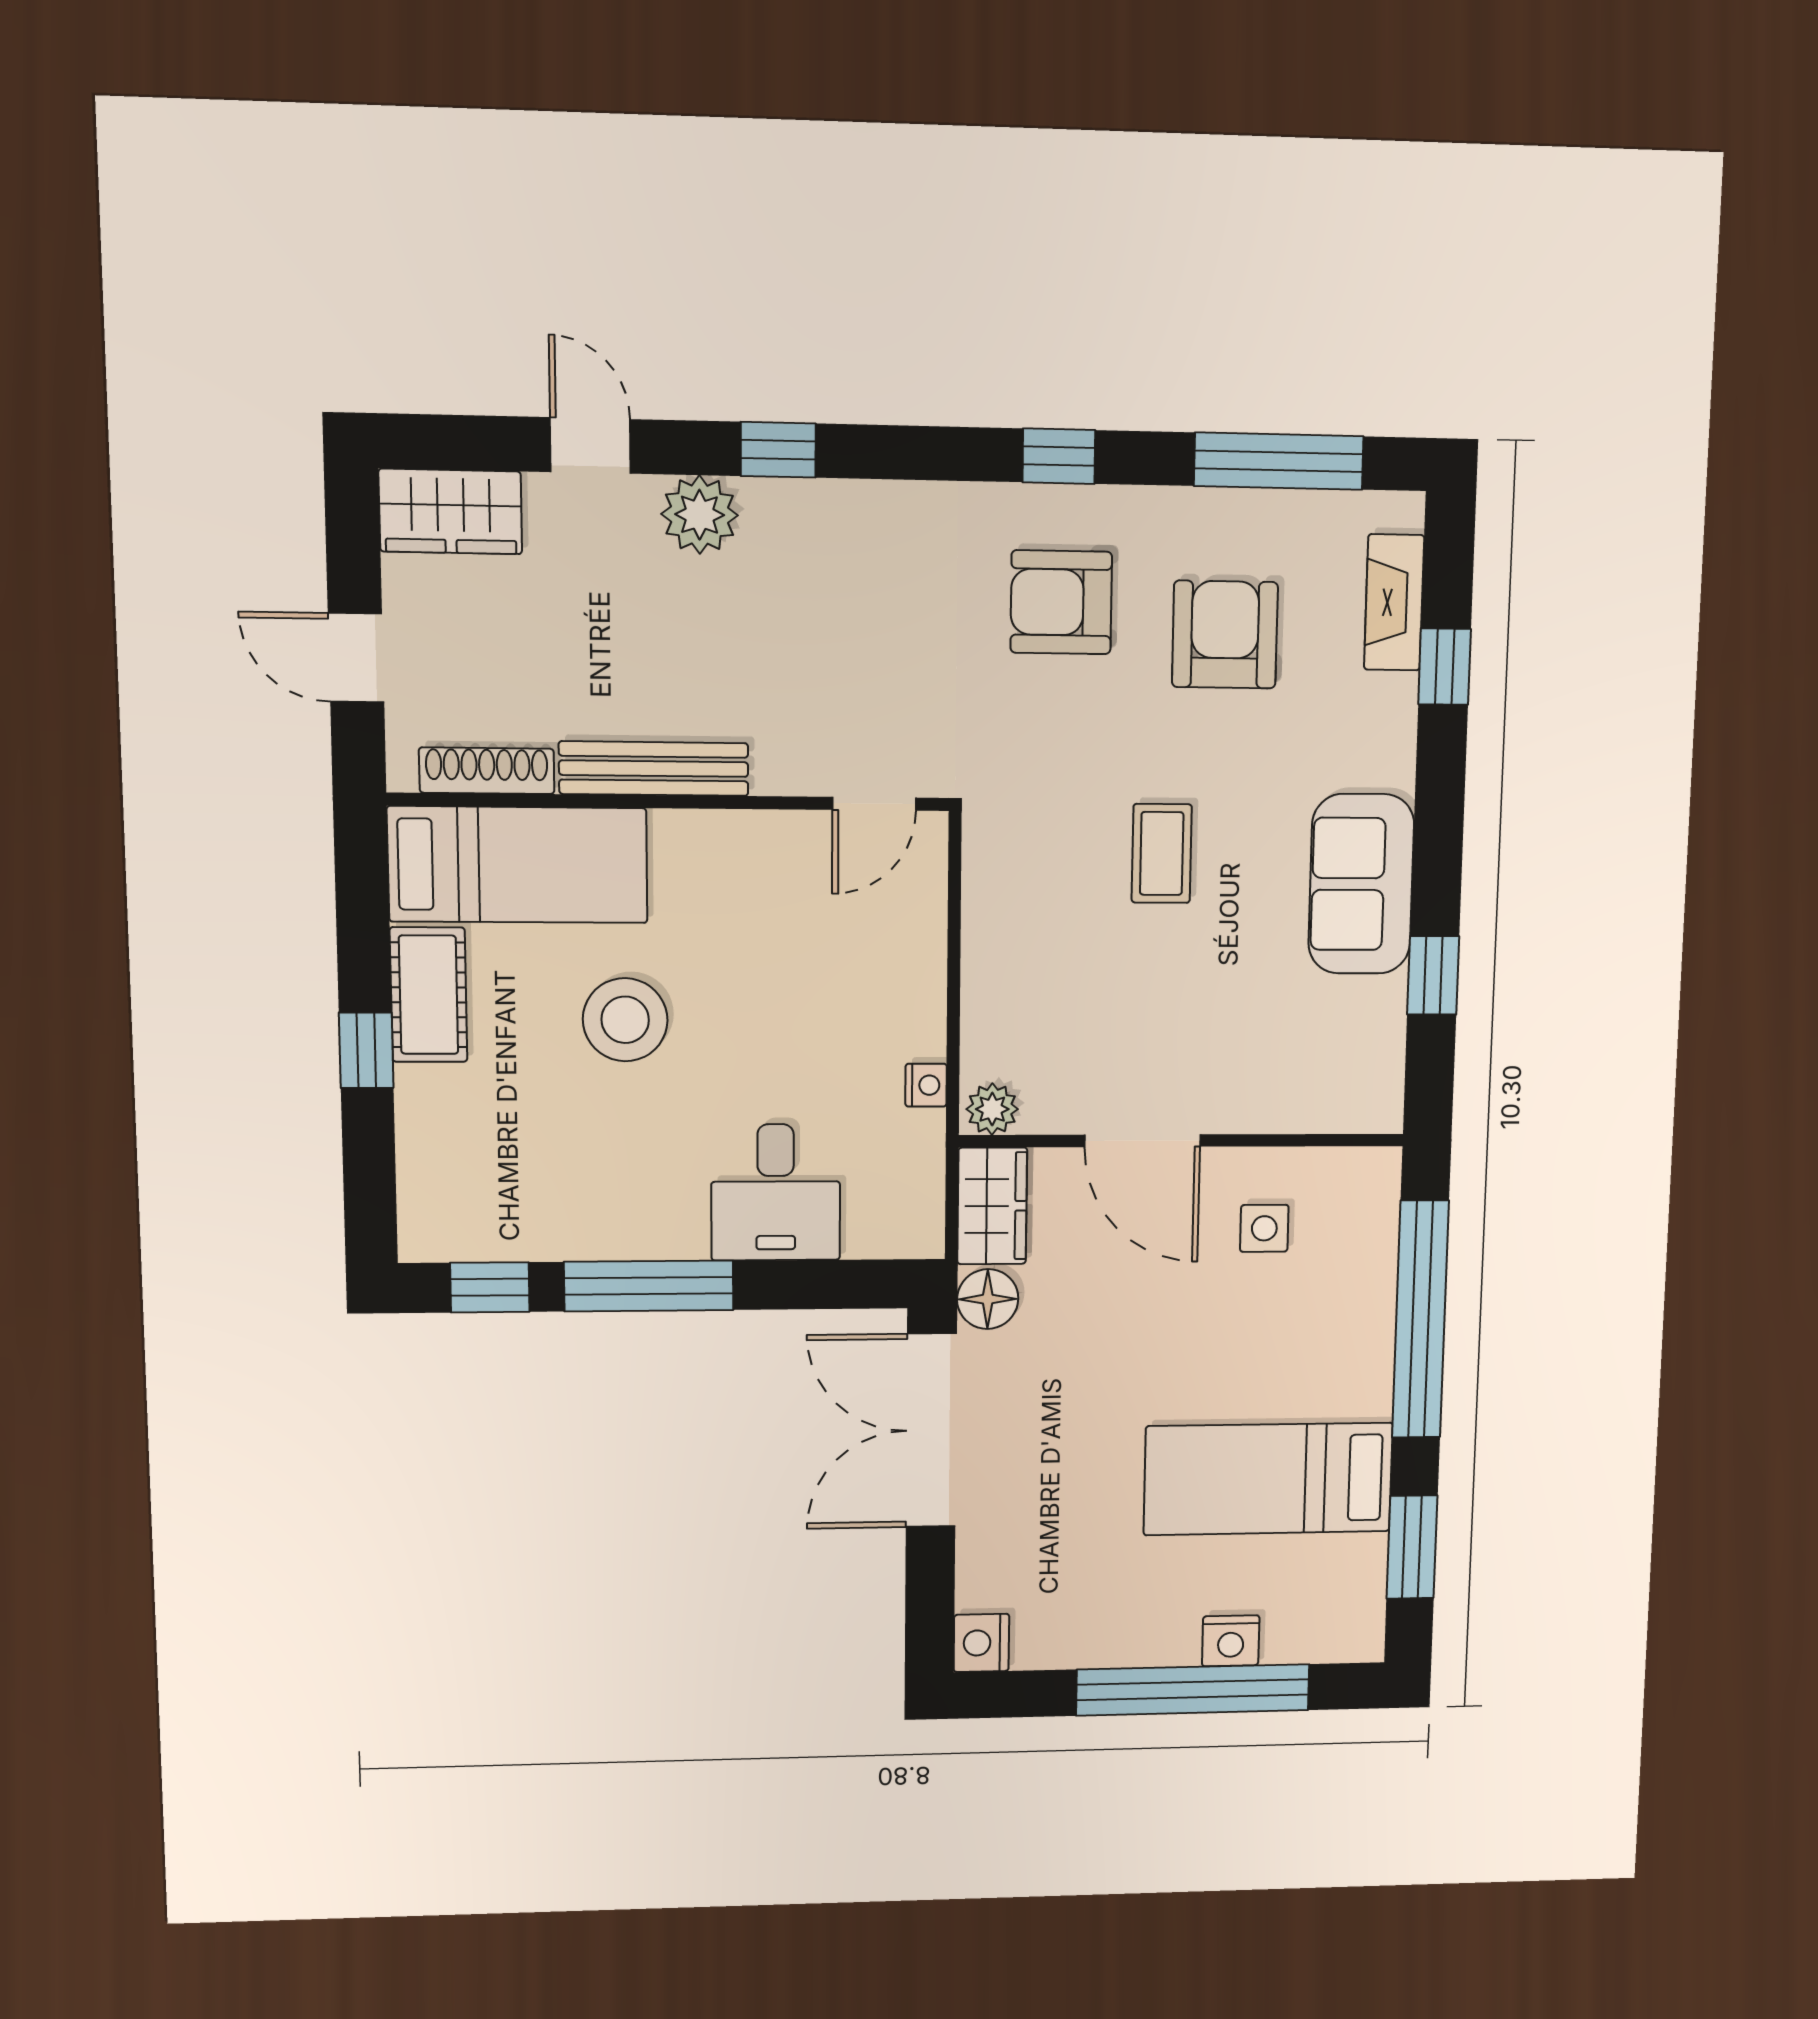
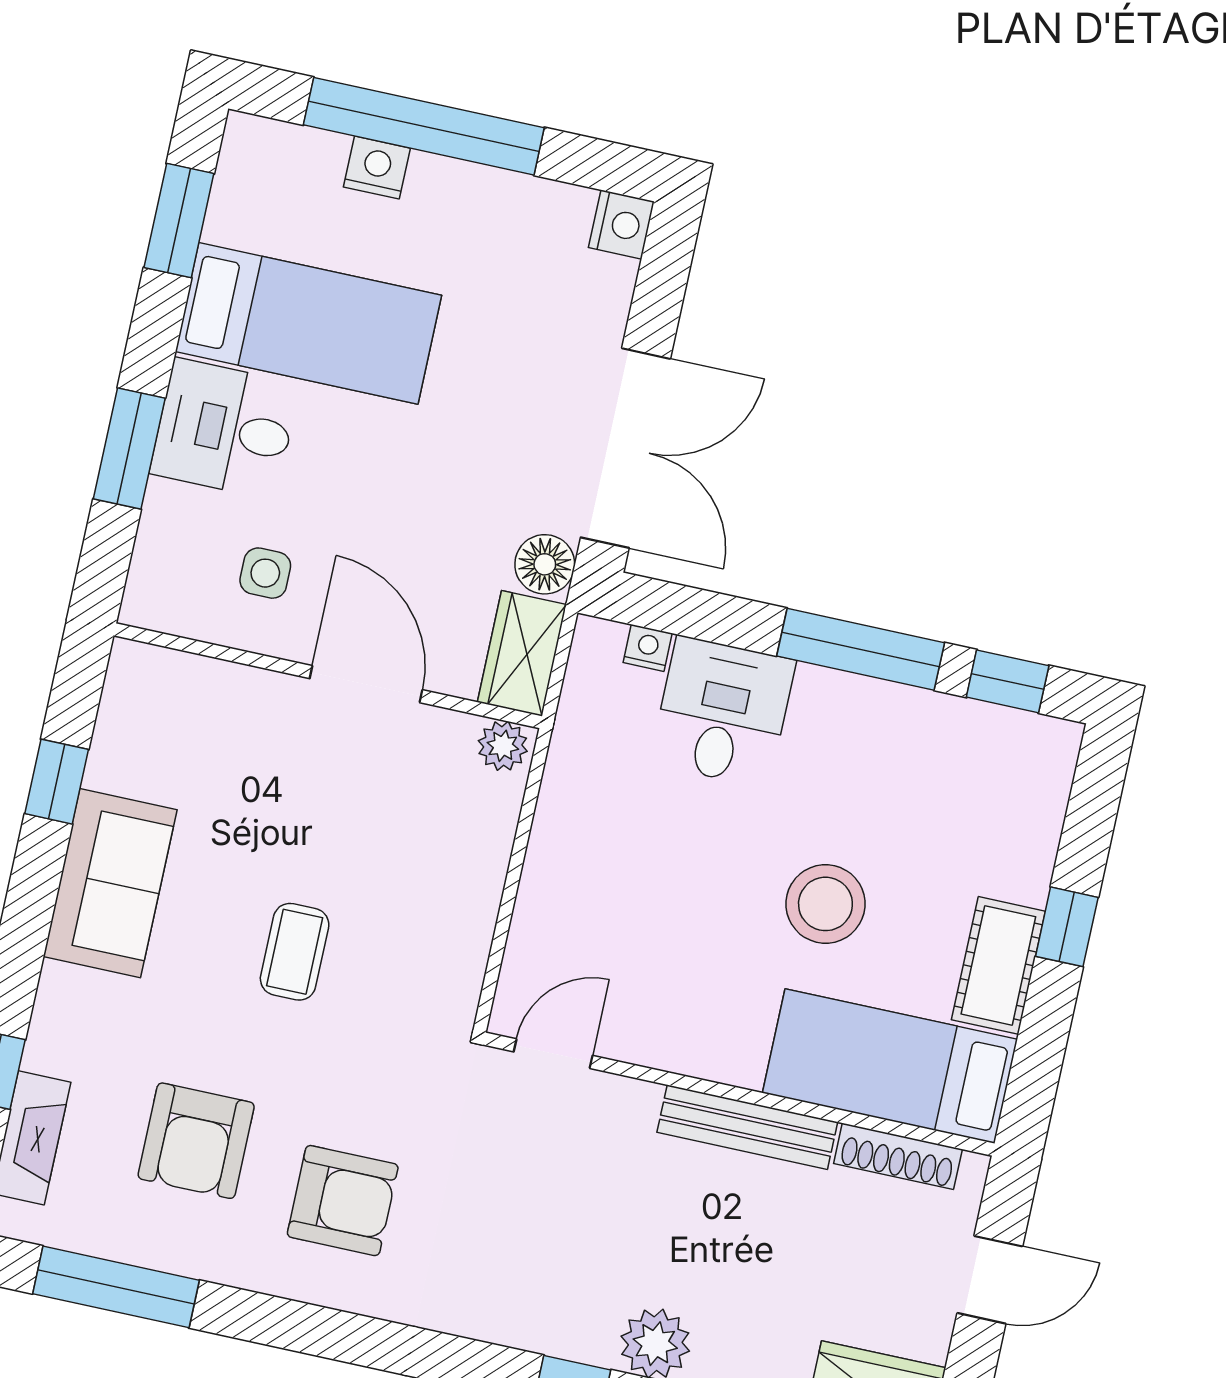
window: (1059, 456) -> (319, 1331), removed
door: (356, 658) -> (990, 1280), hinge flipped
nightstand: (926, 1085) -> (648, 648), moved, turned 90
window: (1420, 1320) -> (129, 448), width x0.47
desk: (1331, 1360) -> (225, 429), added

